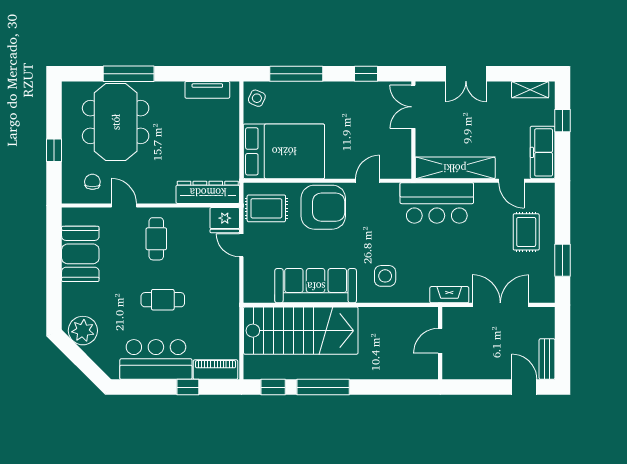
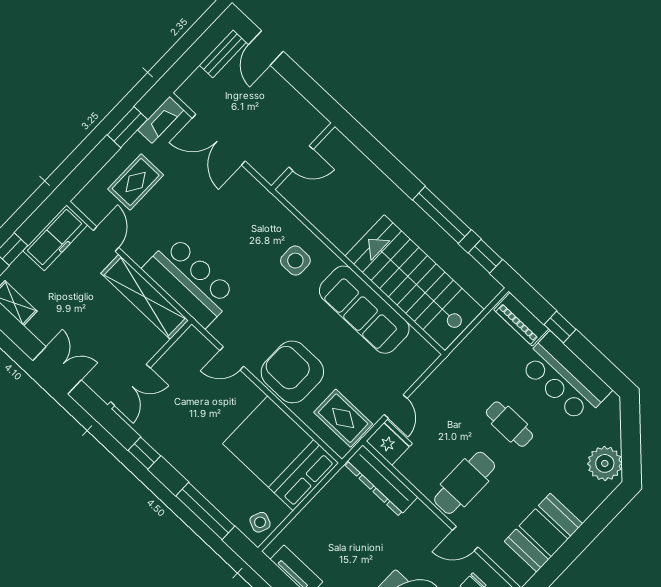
door: (124, 206) -> (465, 539), hinge flipped
cafe table: (156, 239) -> (465, 483), width x1.37, depth x1.35
fireplace: (449, 295) -> (161, 120), moved, turned -90

